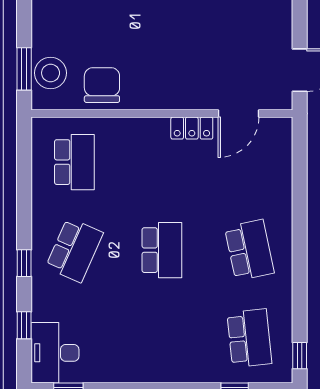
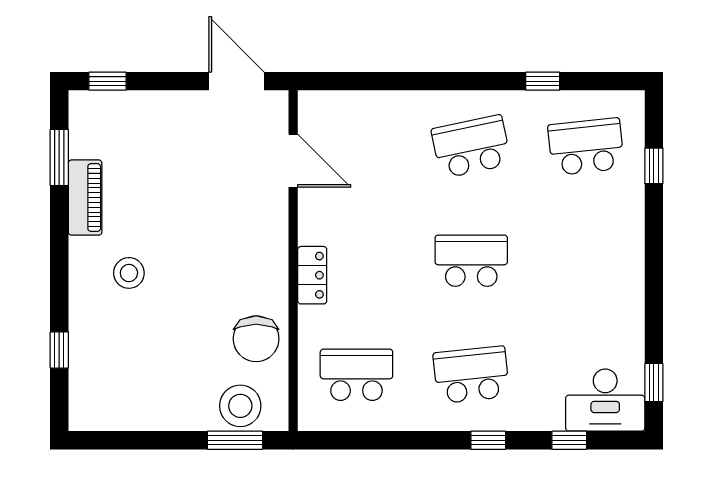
chair: (102, 85) -> (256, 339), turned -90
locker: (192, 128) -> (312, 275), moved
school desk: (74, 250) -> (471, 375), turned -30
window: (300, 356) -> (543, 81), moved

